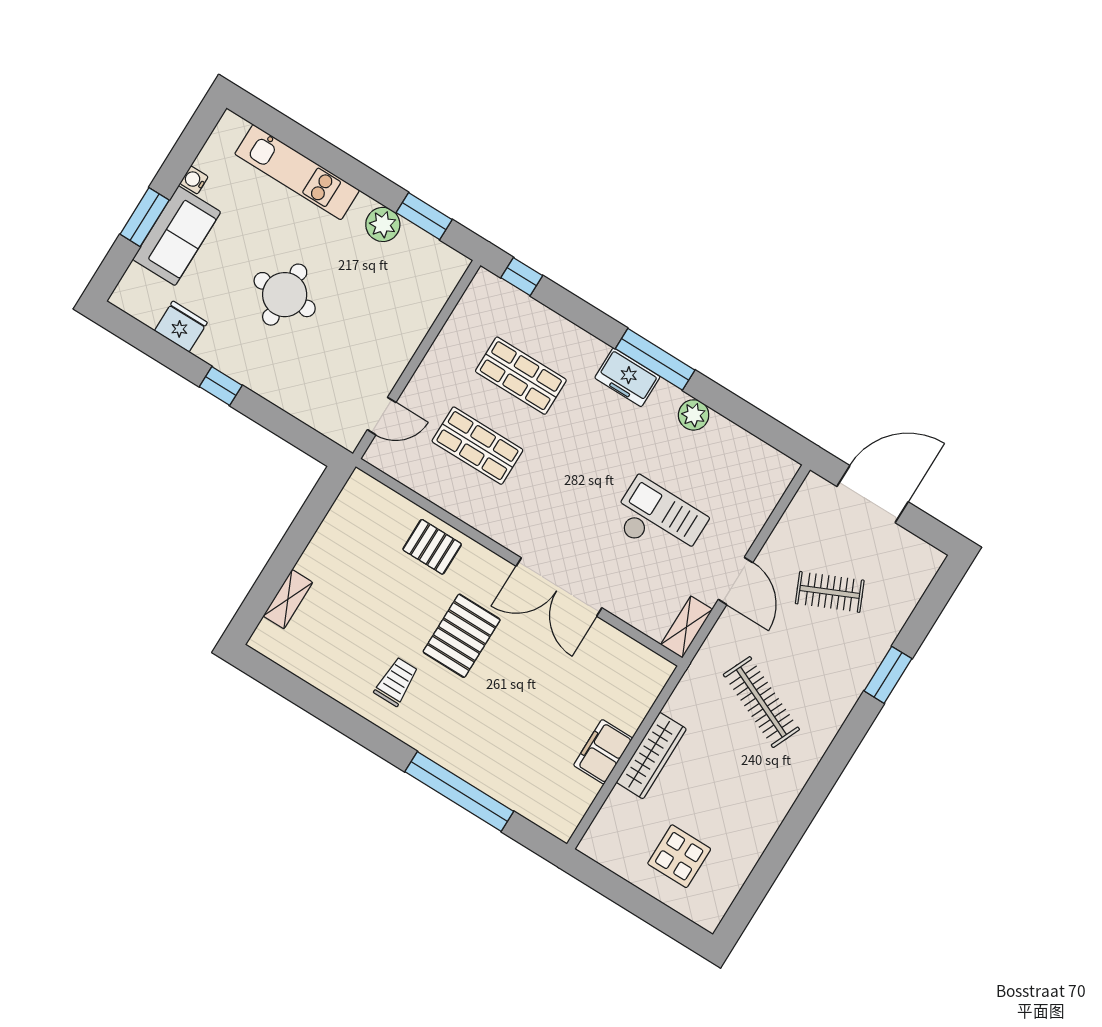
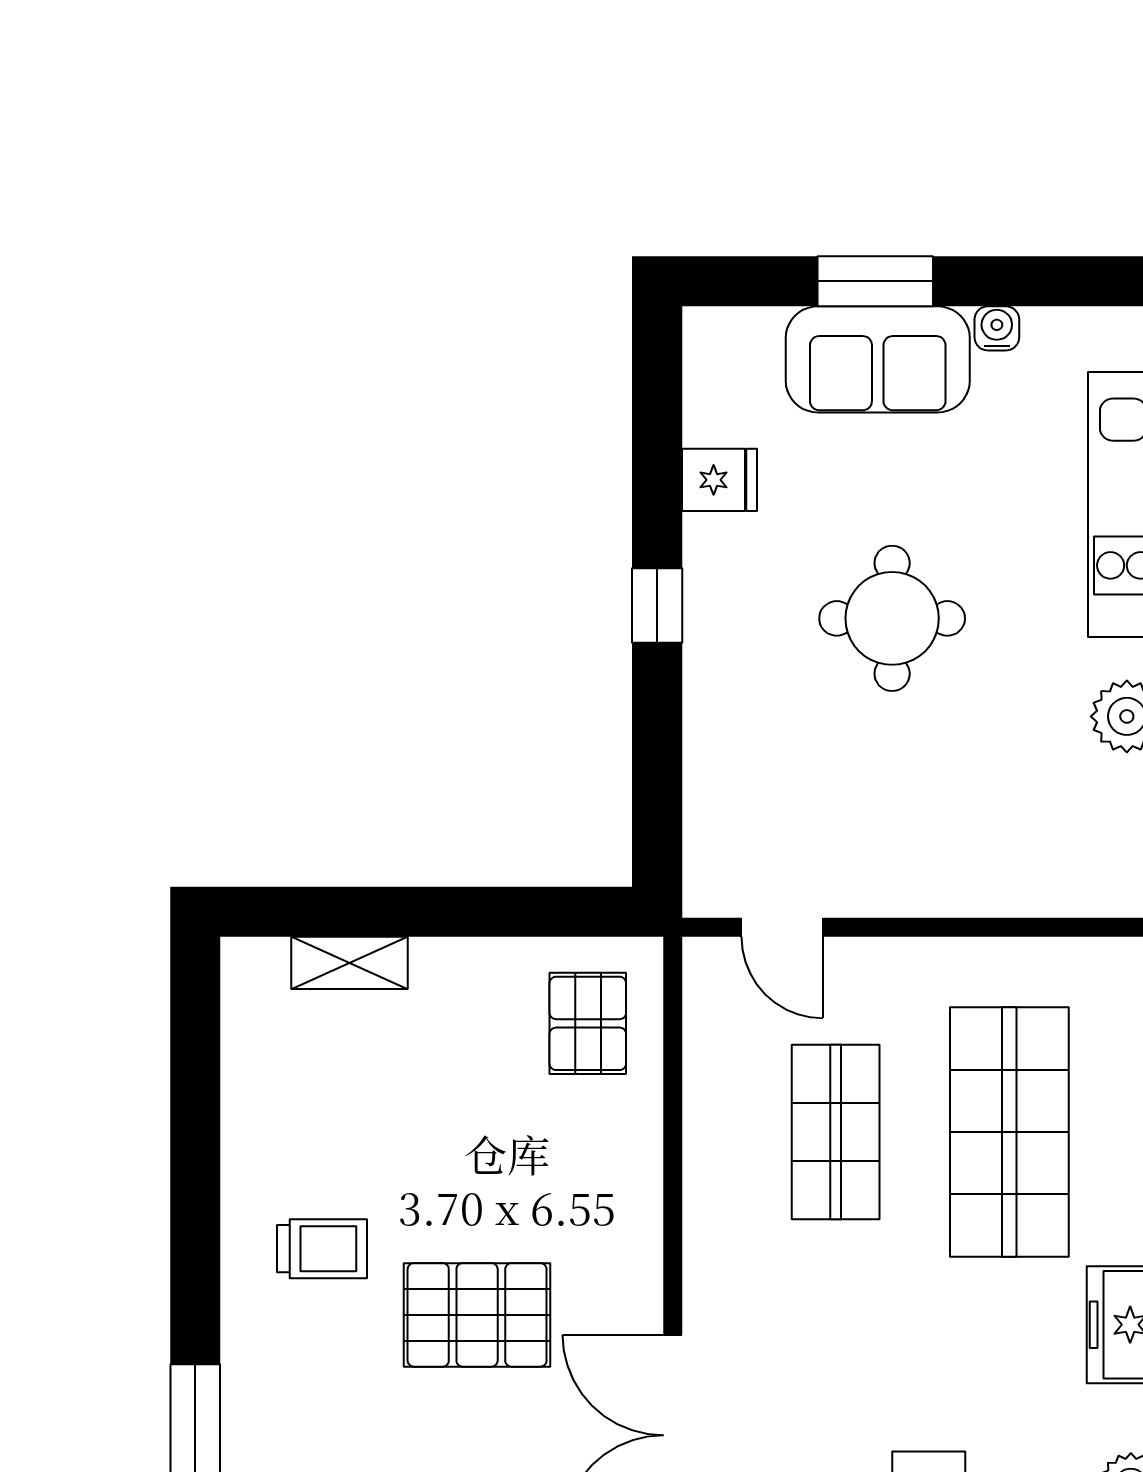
fridge: (181, 327) -> (719, 480), width x0.72
shop shelf: (521, 376) -> (1009, 1132), width x1.43, depth x1.36
pallet: (432, 547) -> (588, 1023), moved

